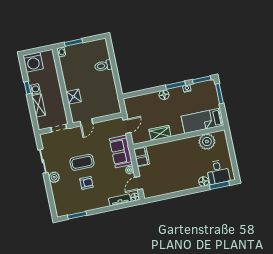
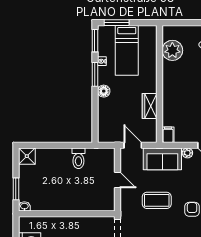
toilet: (103, 66) -> (78, 158), moved
shower: (74, 97) -> (27, 156), moved
bed: (203, 121) -> (127, 50), moved
door: (86, 122) -> (117, 180), moved
filing cabinet: (142, 157) -> (168, 135), width x0.50
coffee table: (82, 162) -> (157, 200), moved, turned 90

